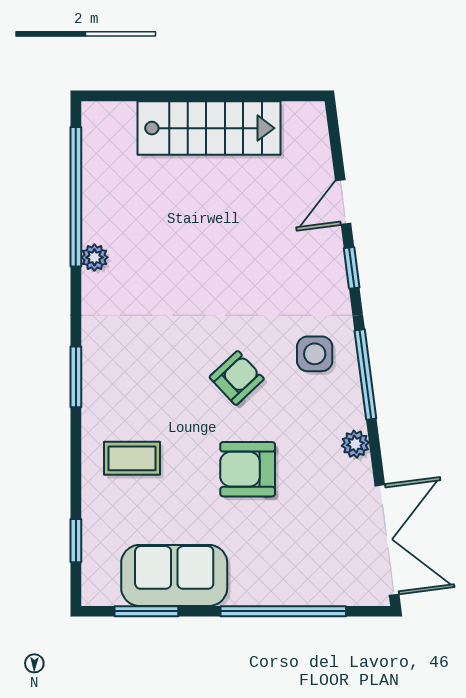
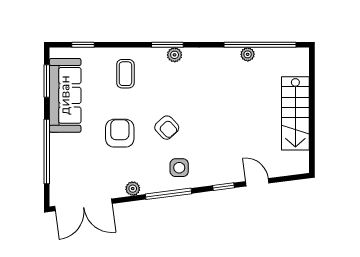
plant: (94, 257) -> (248, 54), moved
plant: (95, 363) -> (175, 55), added
sofa: (174, 575) -> (65, 95), width x1.36

